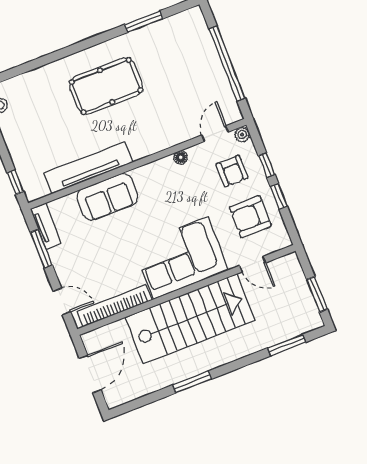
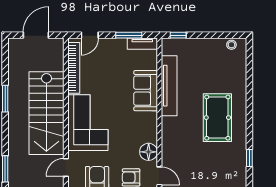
window: (144, 22) -> (249, 158), width x0.67
floor lamp: (181, 157) -> (149, 152), width x1.89, depth x1.89
door: (90, 374) -> (36, 35), swing flipped

